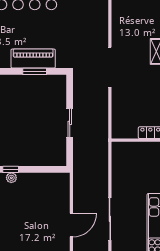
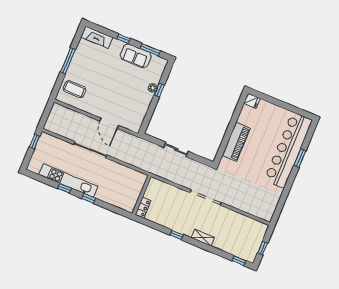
window: (35, 71) -> (226, 139), removed
door: (71, 225) -> (109, 123), moved

